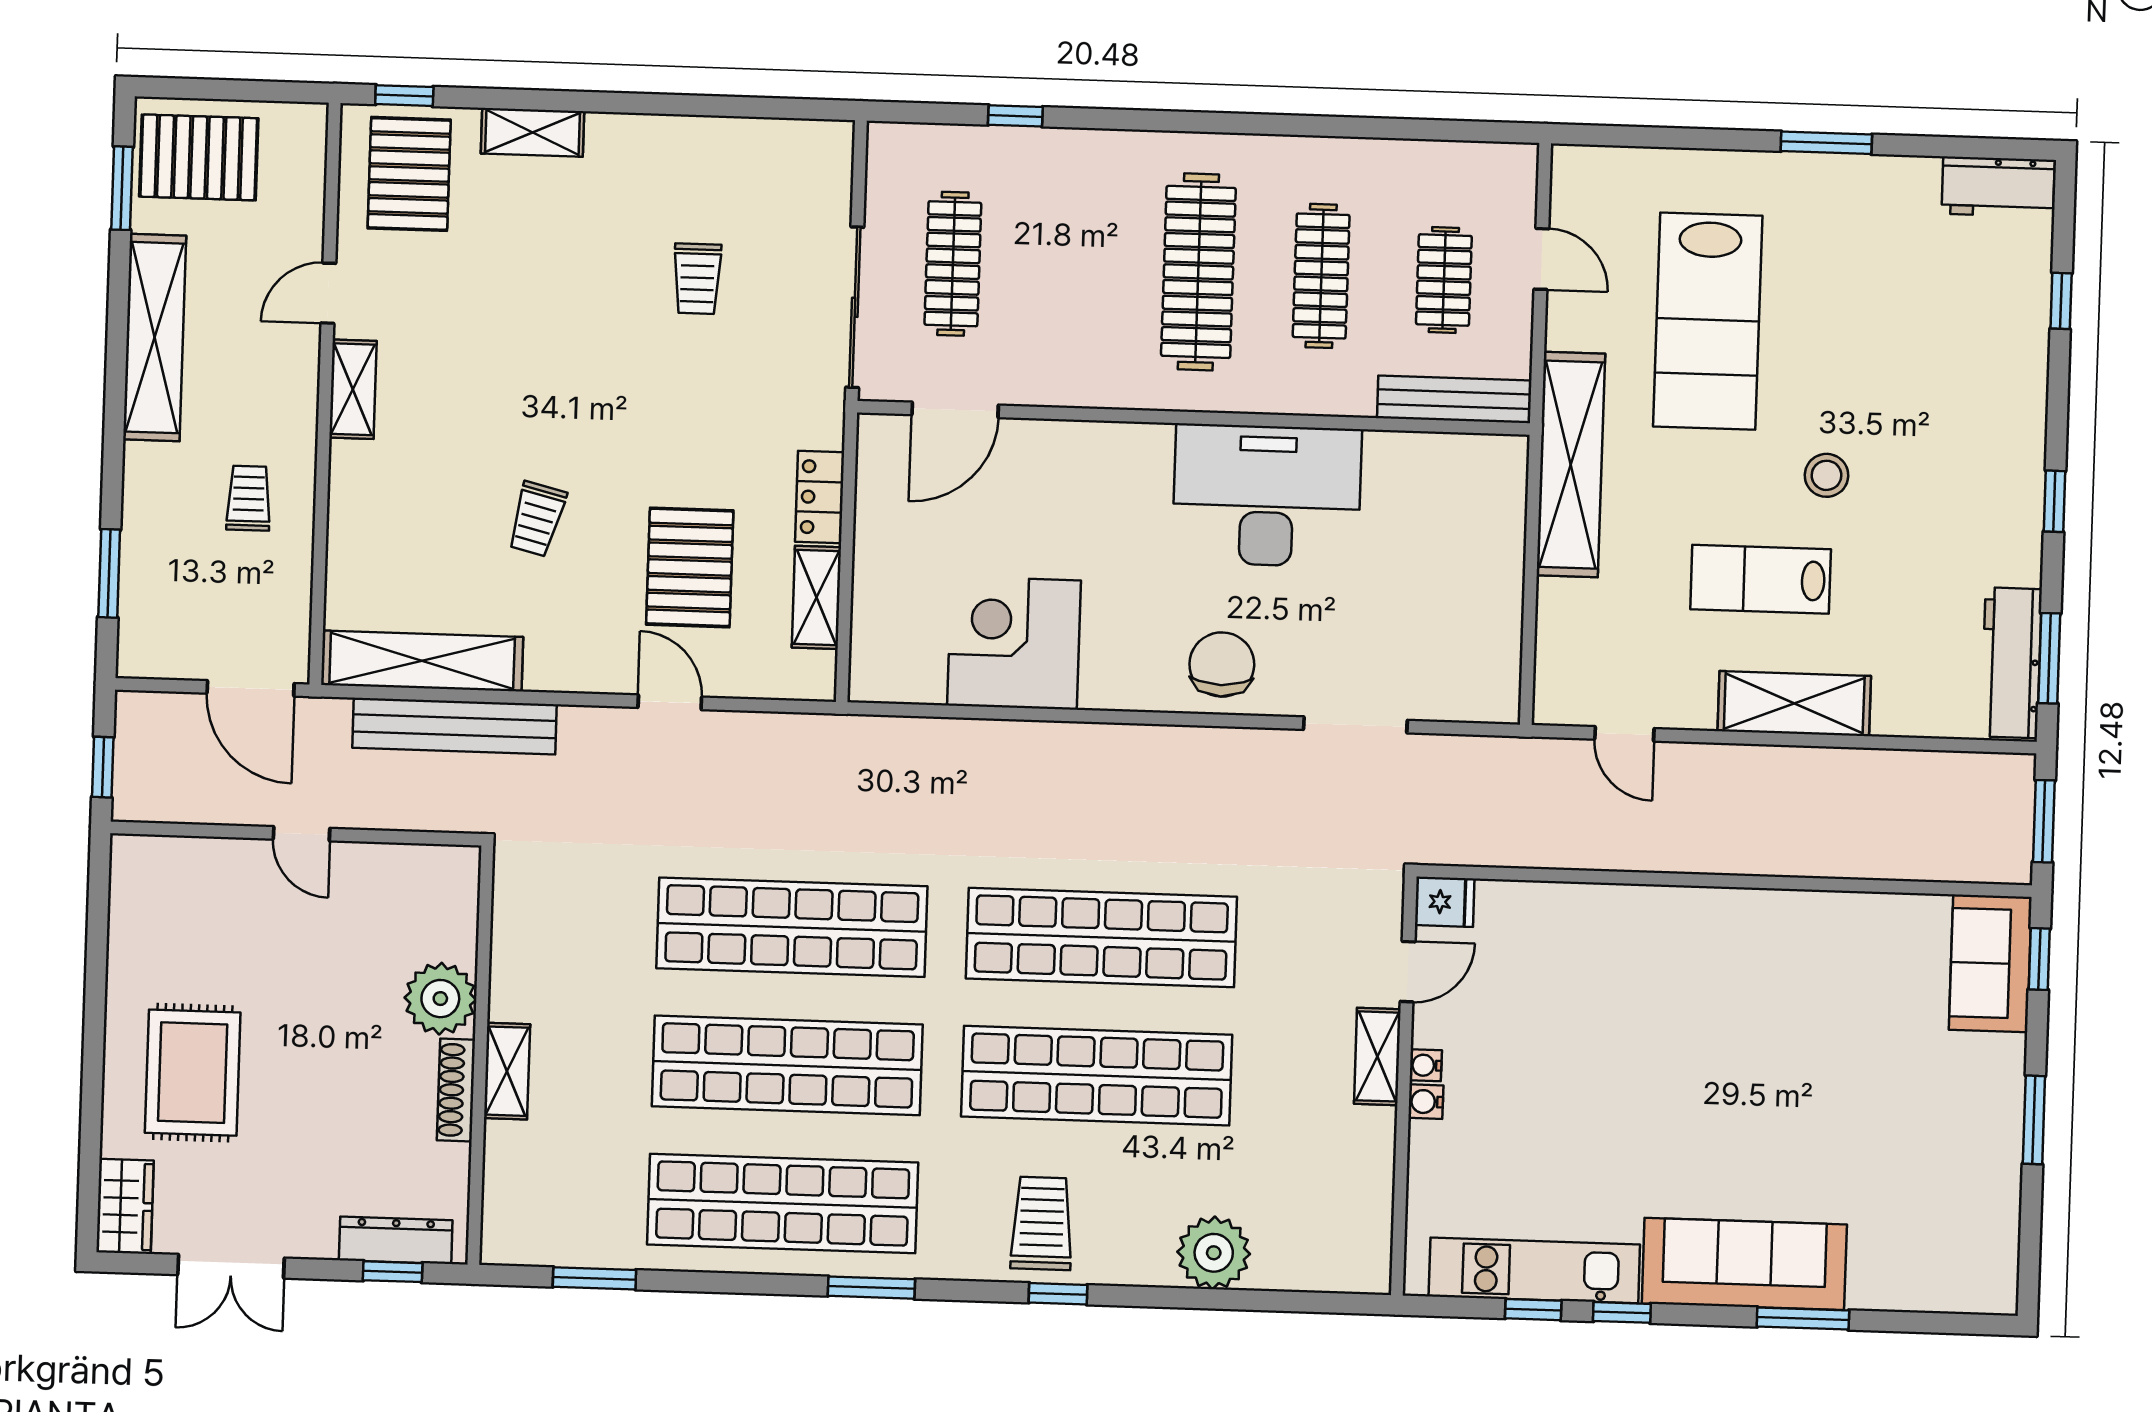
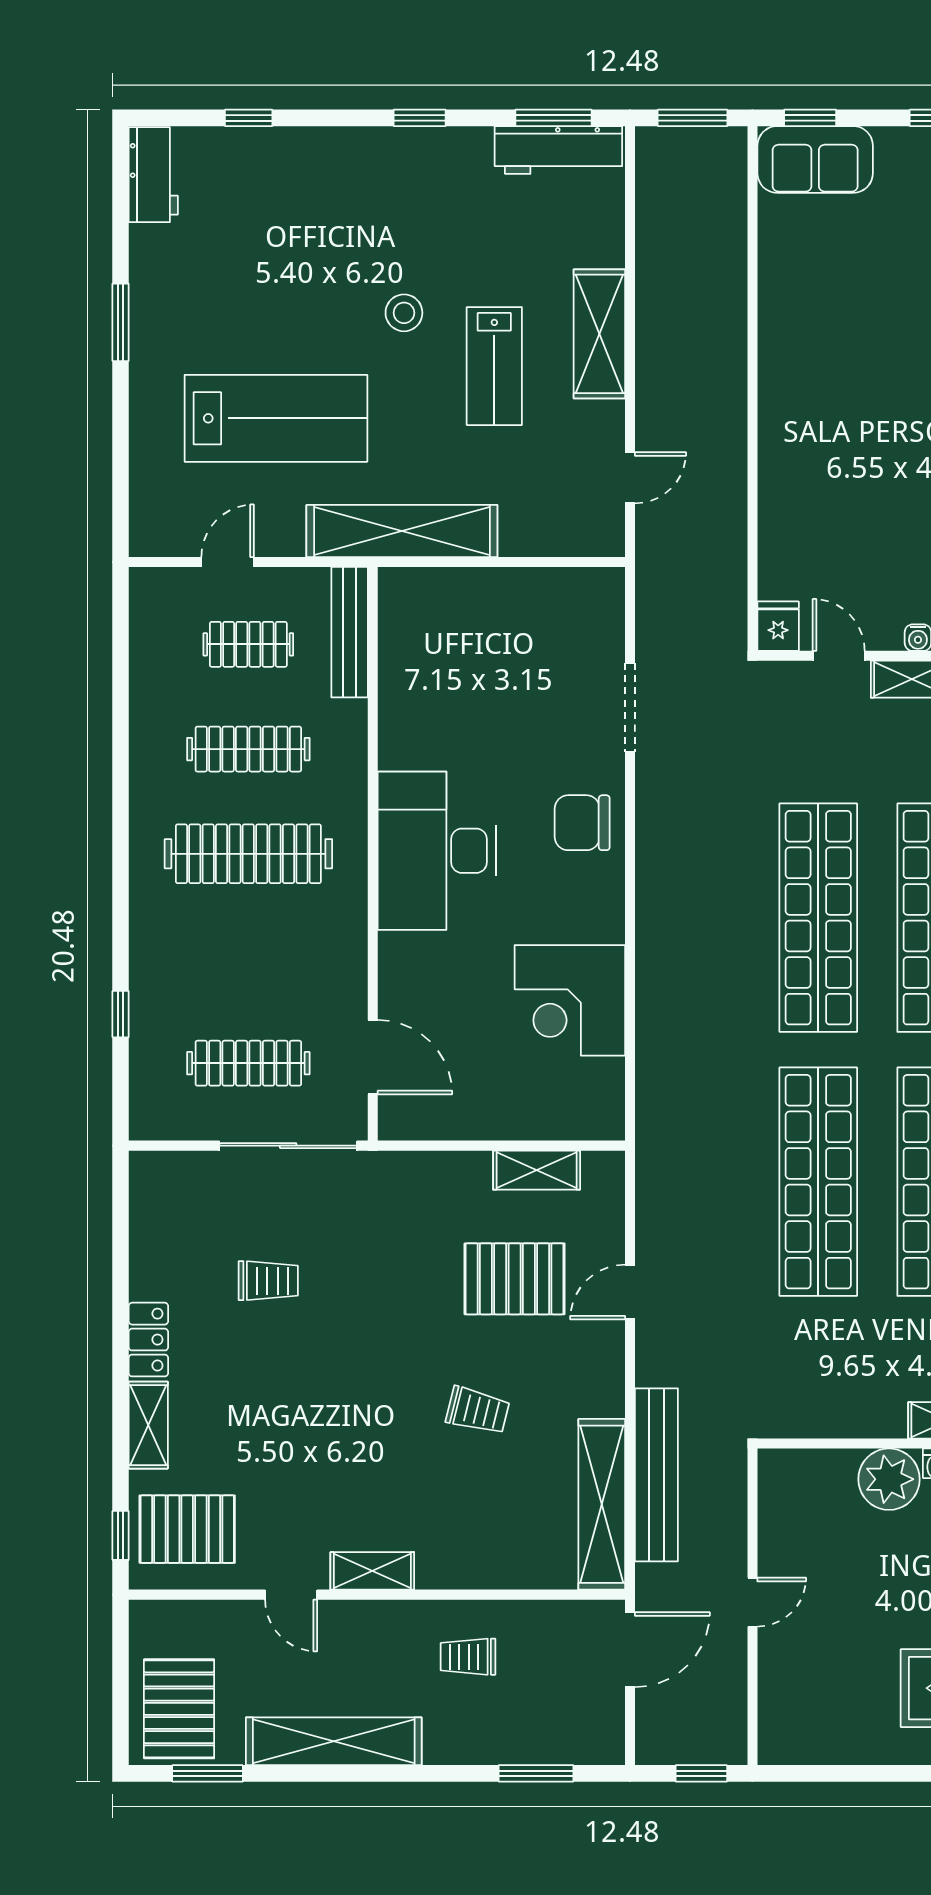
desk: (1267, 496) -> (437, 851), moved
locker: (820, 497) -> (148, 1340), moved, turned -90

